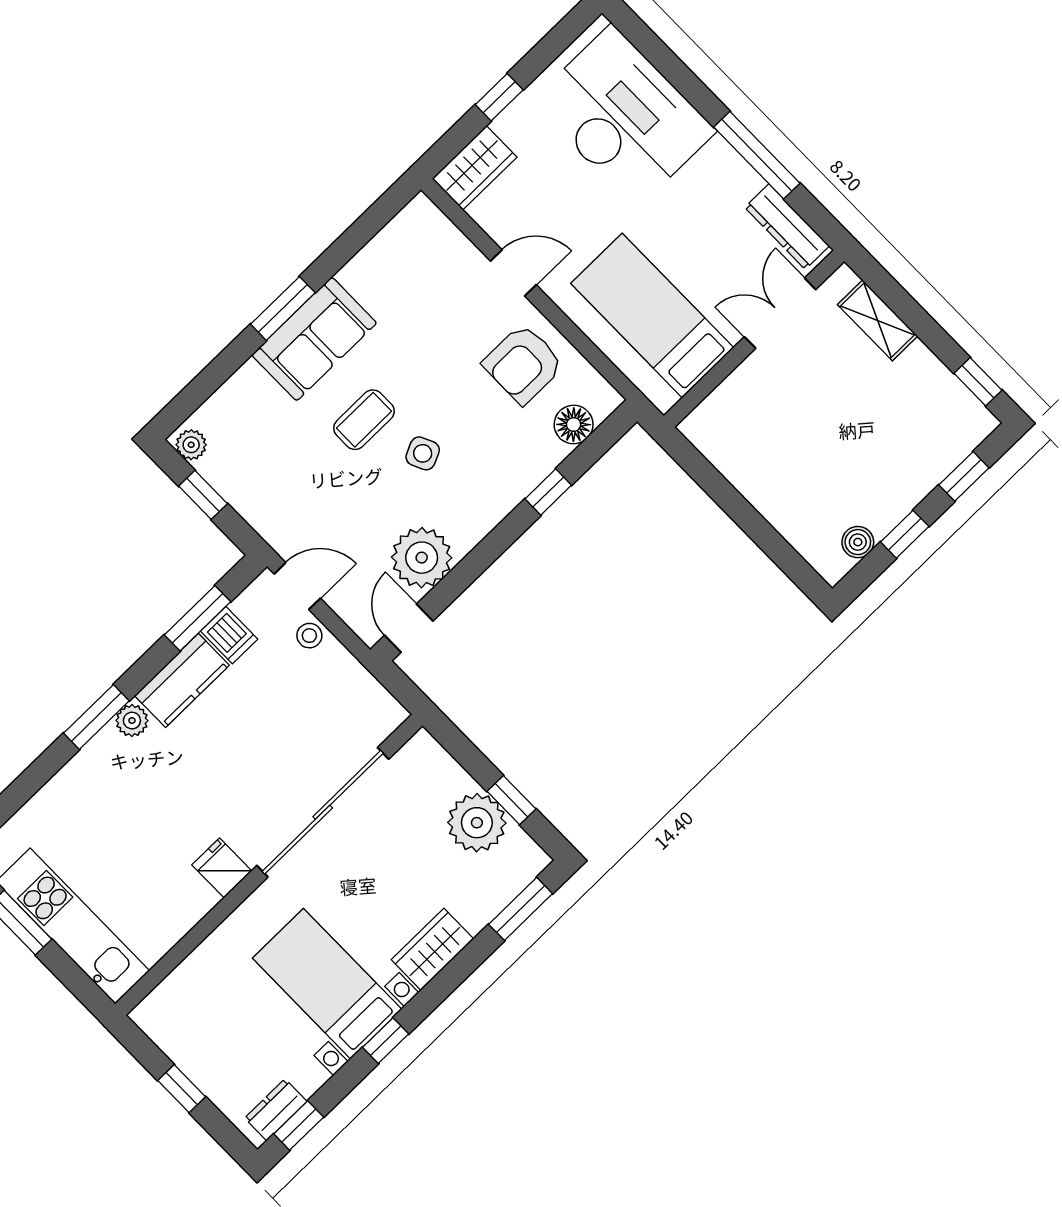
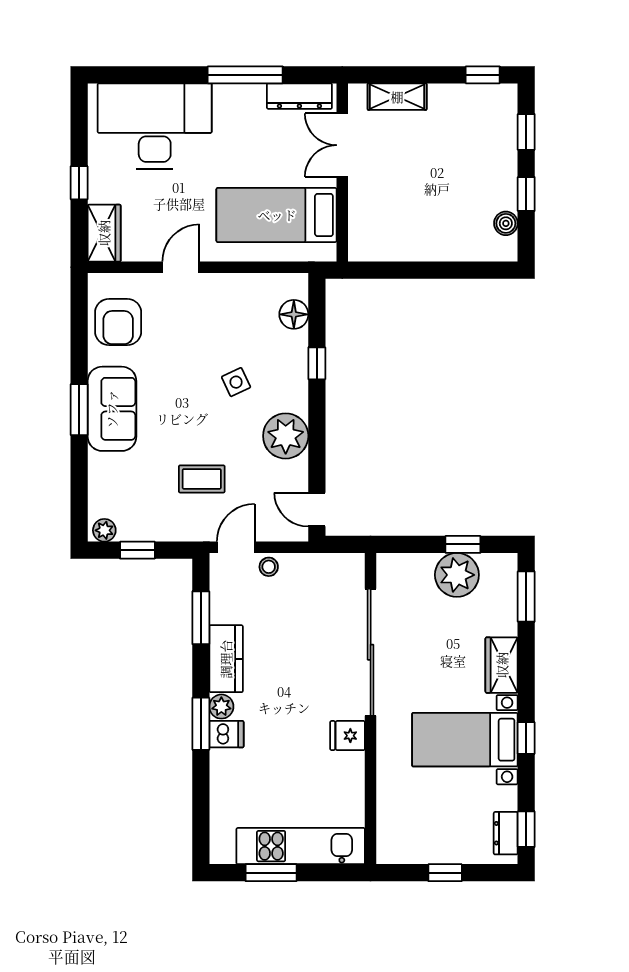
armchair: (523, 364) -> (118, 322), moved
coffee table: (364, 420) -> (202, 479), moved, turned 90
side table: (423, 453) -> (236, 382), moved
plant: (422, 558) -> (286, 436), moved
dishwasher: (229, 635) -> (226, 734), moved

